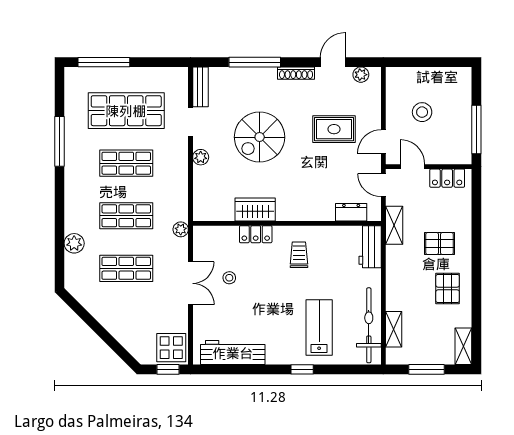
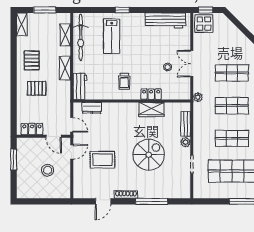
plant: (361, 75) -> (86, 194), removed
bench: (200, 87) -> (186, 124), moved
window: (476, 129) -> (14, 159), width x0.69
shelving: (394, 225) -> (65, 68), moved

